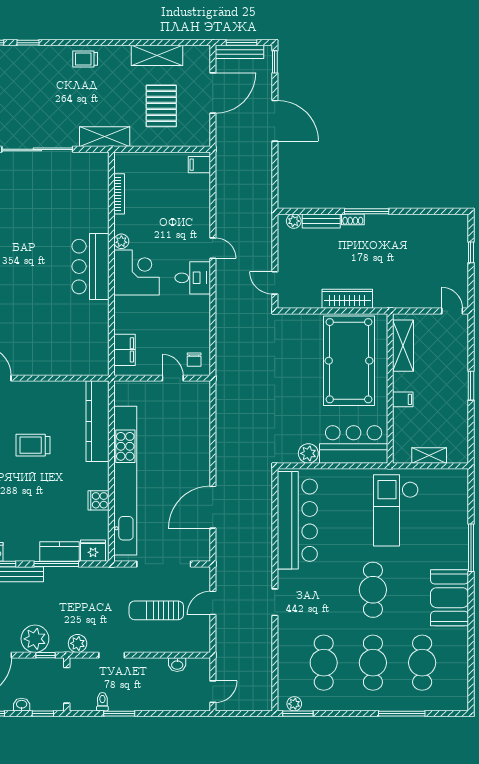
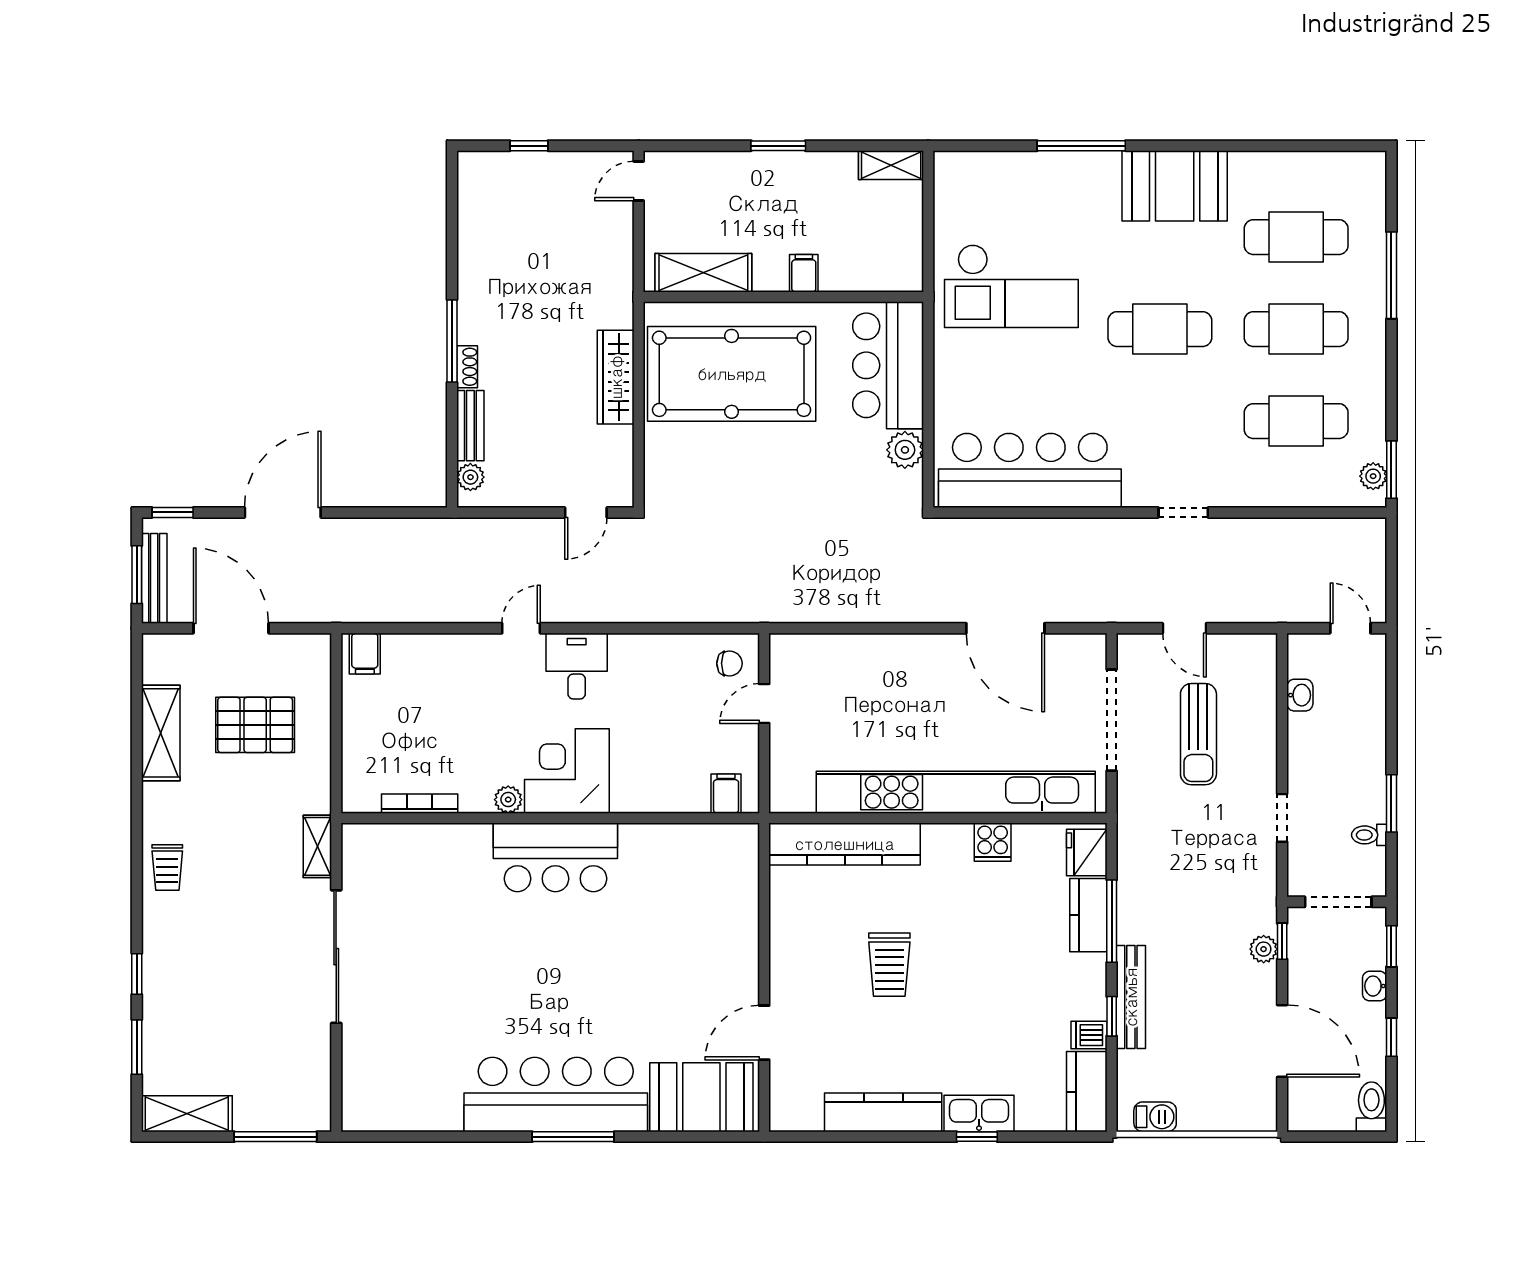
shelving: (105, 137) -> (317, 846), width x0.67, depth x0.75
filing cabinet: (125, 350) -> (726, 794), width x0.50
shelving: (429, 456) -> (891, 165), moved, turned 90
plant: (35, 639) -> (1264, 949), width x0.53, depth x0.53
plant: (78, 643) -> (1260, 881), removed

